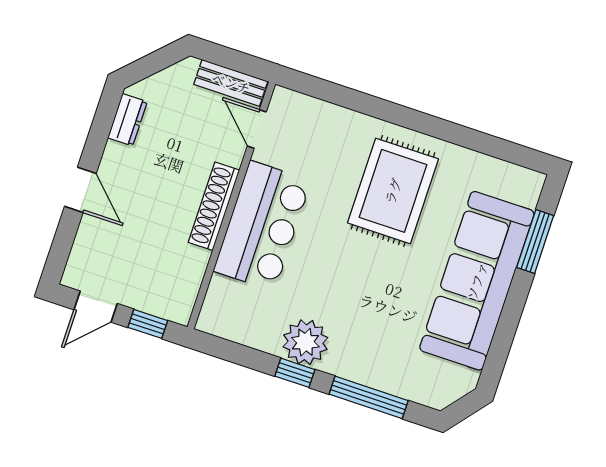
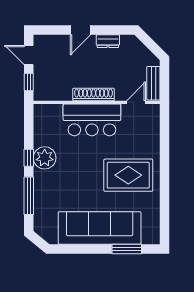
dresser: (128, 120) -> (108, 41), moved

